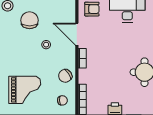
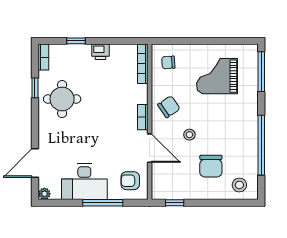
chair: (65, 76) -> (169, 107), moved

